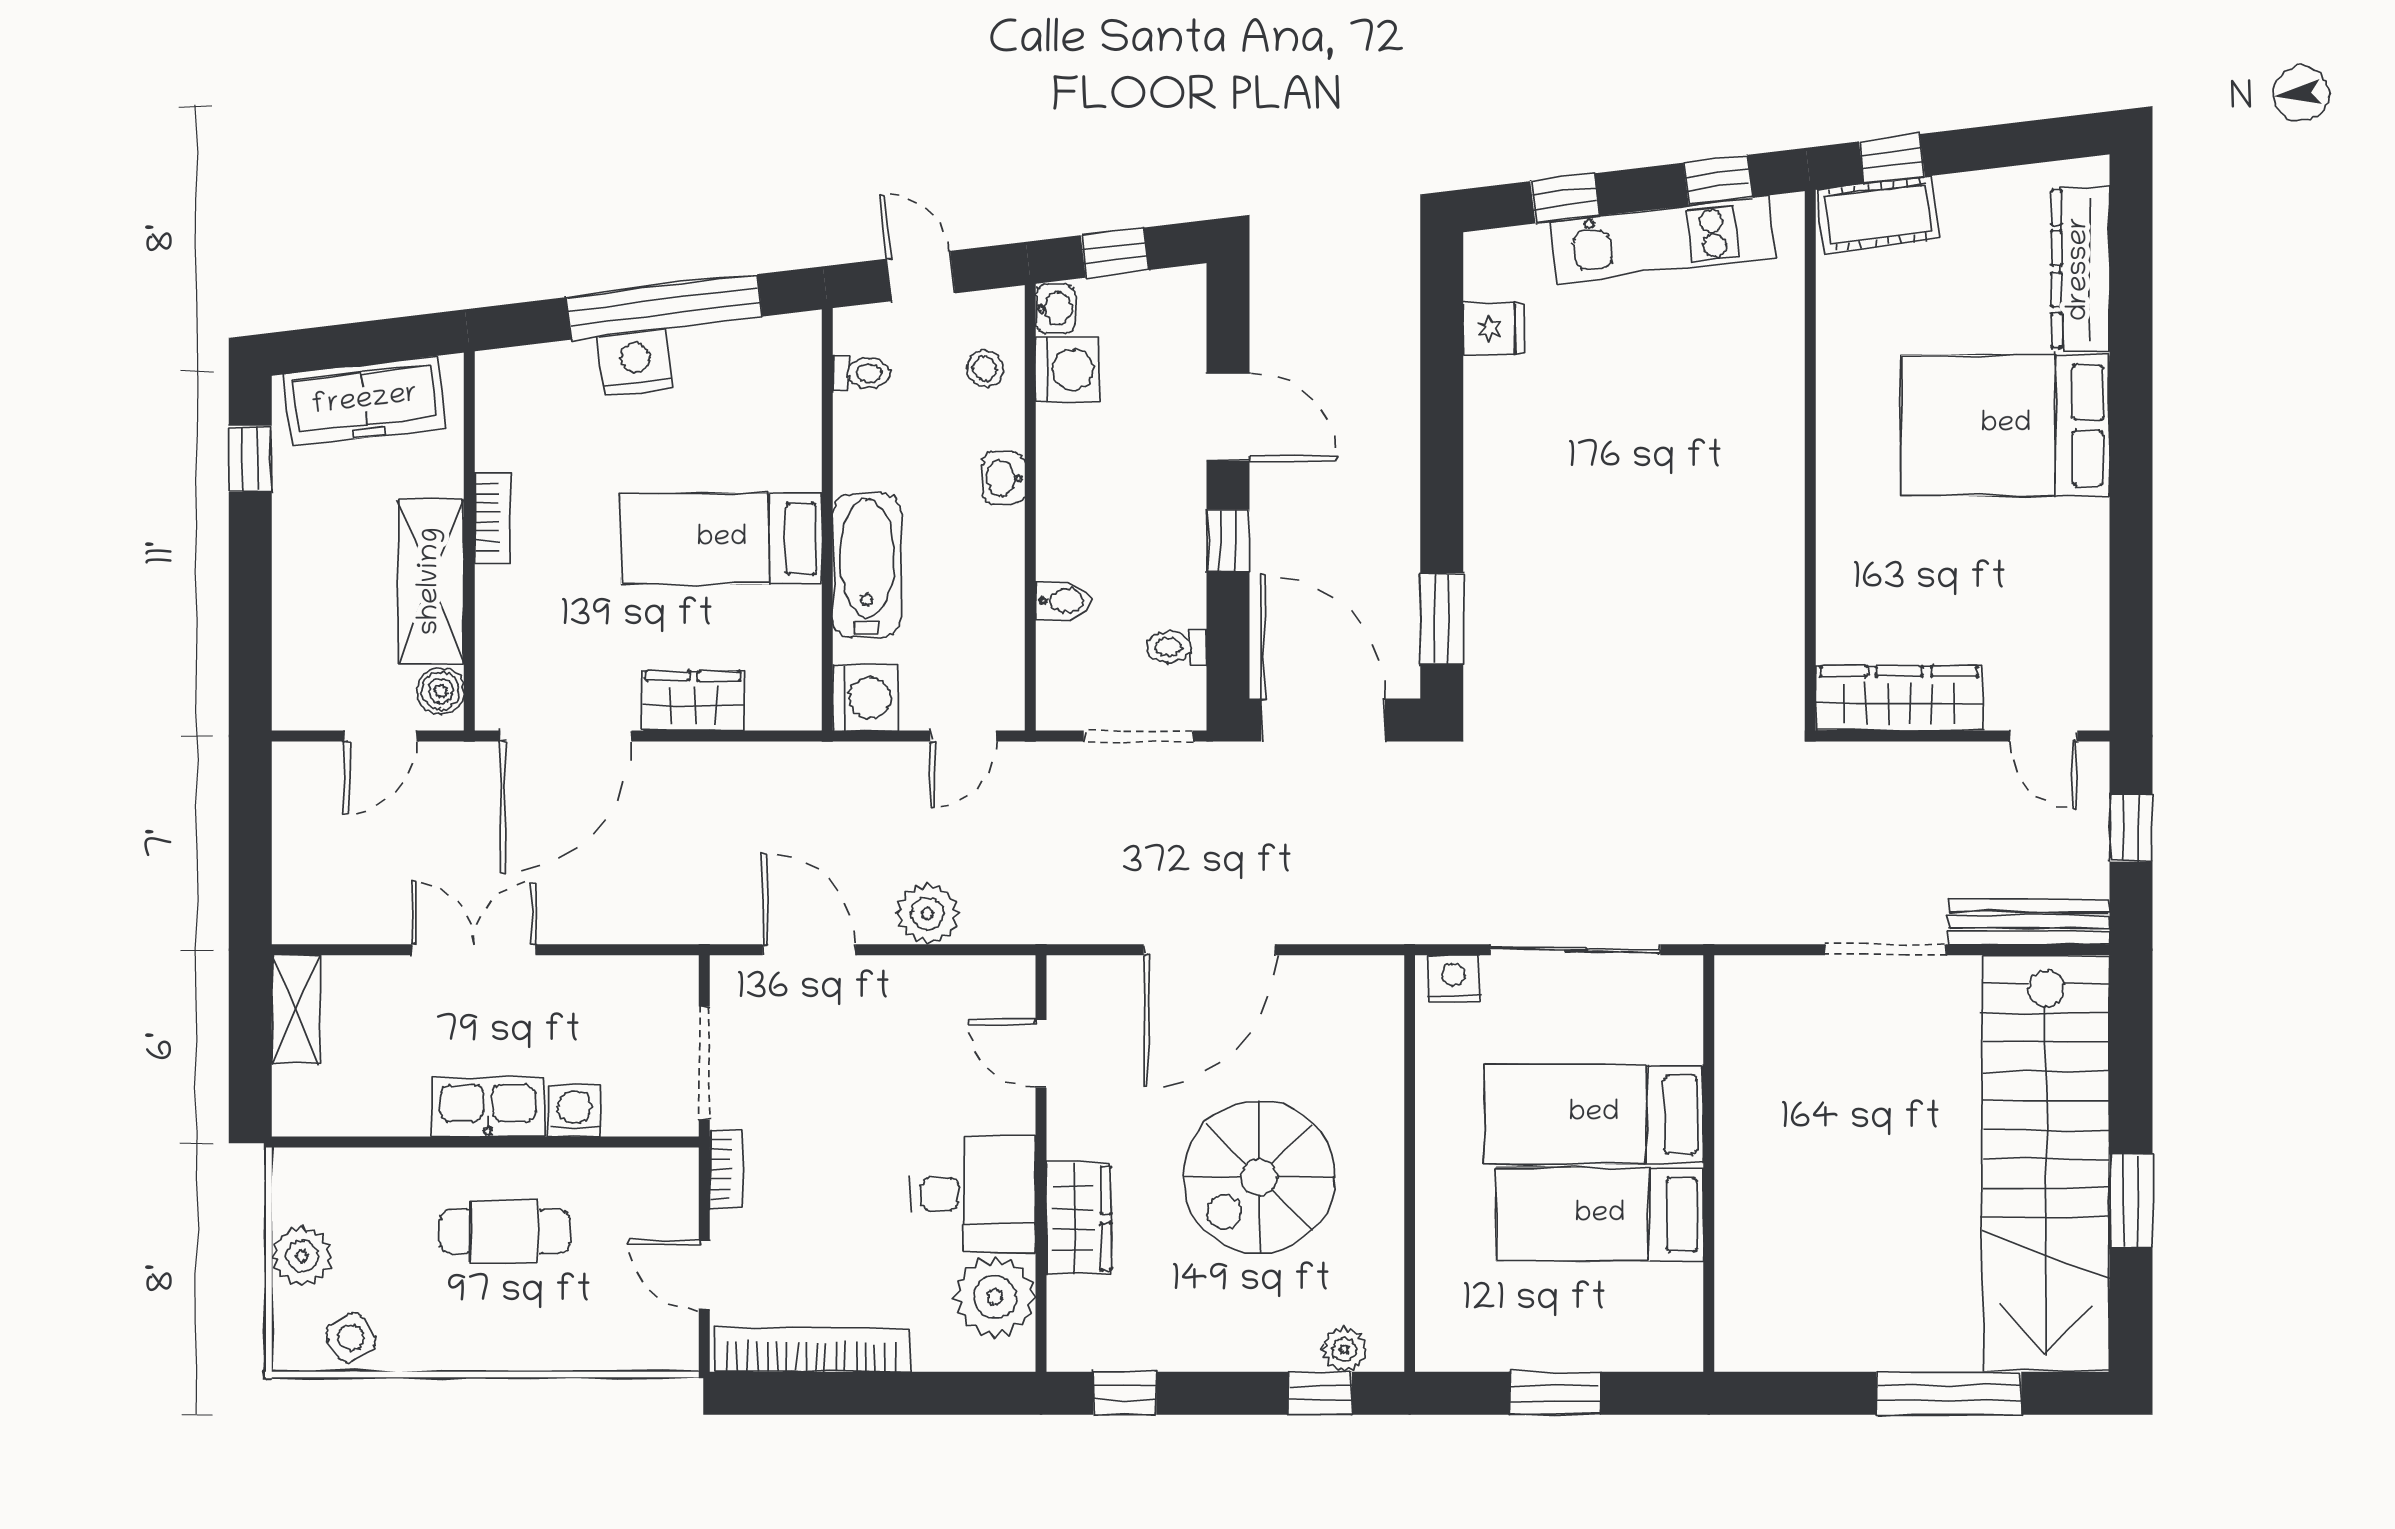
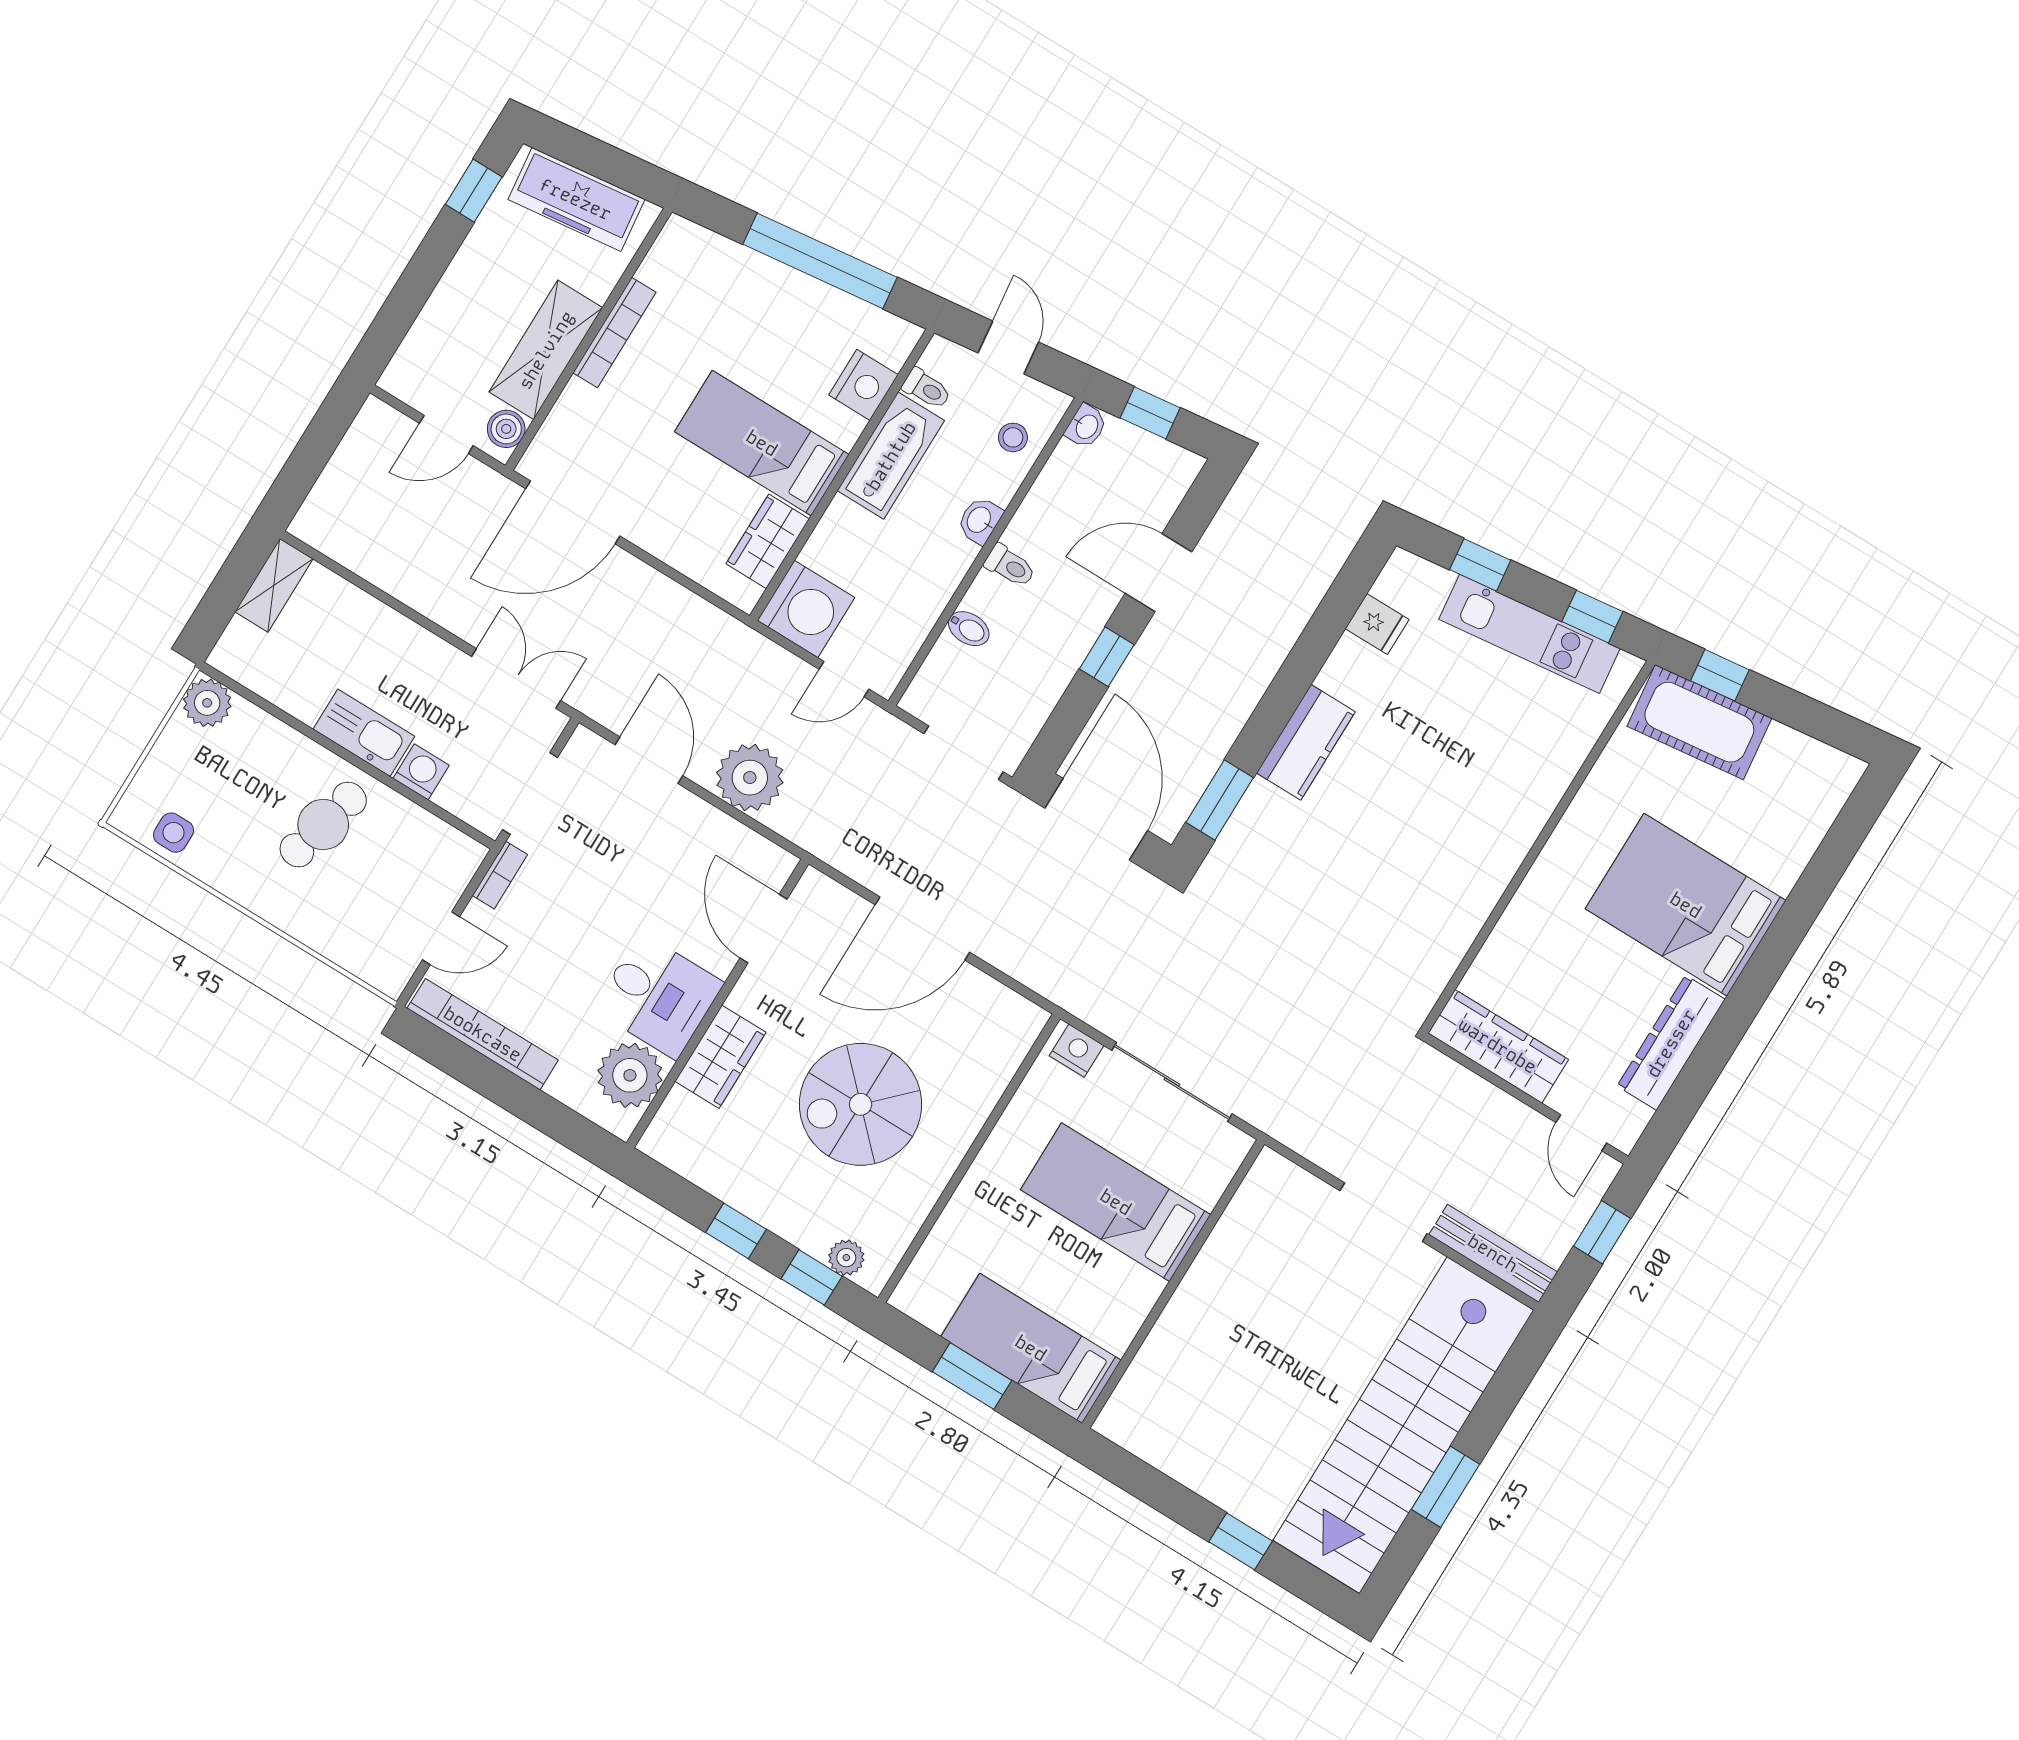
cot: (1878, 214) -> (1699, 722), width x1.37, depth x1.34
dresser: (2080, 269) -> (1671, 1043), moved
nightstand: (636, 362) -> (863, 385), moved, turned 97
washing machine: (1068, 370) -> (1069, 473), removed
door: (1228, 417) -> (1158, 573), swing flipped
kitchen counter: (1496, 501) -> (1306, 742), added
bookcase: (493, 518) -> (614, 333), width x1.56
bathtub: (867, 565) -> (891, 456), moved
toilet: (1177, 647) -> (1010, 566), moved, turned 180
washing machine: (865, 698) -> (806, 609), width x1.37, depth x1.37
wardrobe: (693, 701) -> (768, 541), moved, turned -90
plant: (928, 913) -> (750, 778), width x1.36, depth x1.36
double door: (474, 950) -> (516, 679), moved
door: (1041, 1054) -> (764, 929), width x1.37
bed: (1600, 1215) -> (1031, 1348), moved
cafe table: (505, 1231) -> (323, 825), turned -76
plant: (302, 1256) -> (207, 703), moved
door: (704, 1275) -> (441, 938), swing flipped
side table: (351, 1338) -> (173, 833), turned 30
window: (1125, 1393) -> (736, 1231), moved
window: (1949, 1393) -> (1241, 1541), width x0.46

